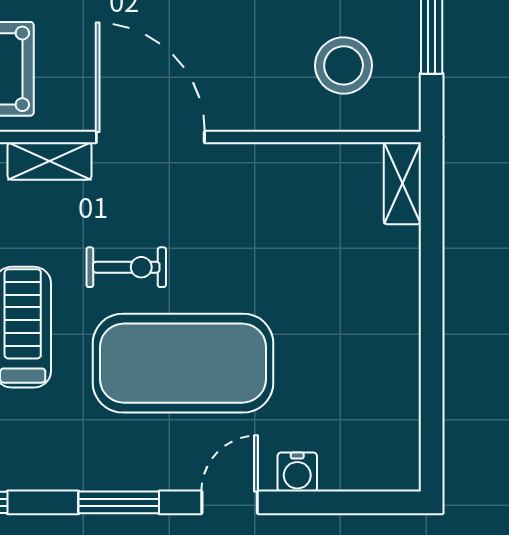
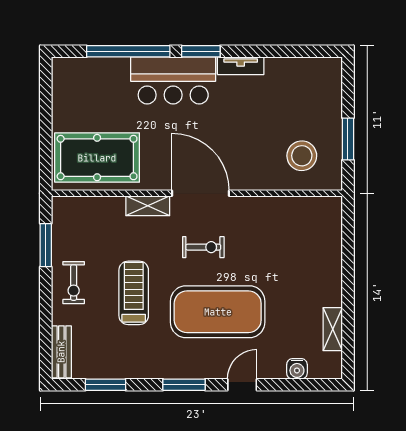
shelving: (402, 183) -> (333, 329), moved
exercise bike: (126, 267) -> (203, 247), moved
water cooler: (297, 472) -> (297, 369), moved

